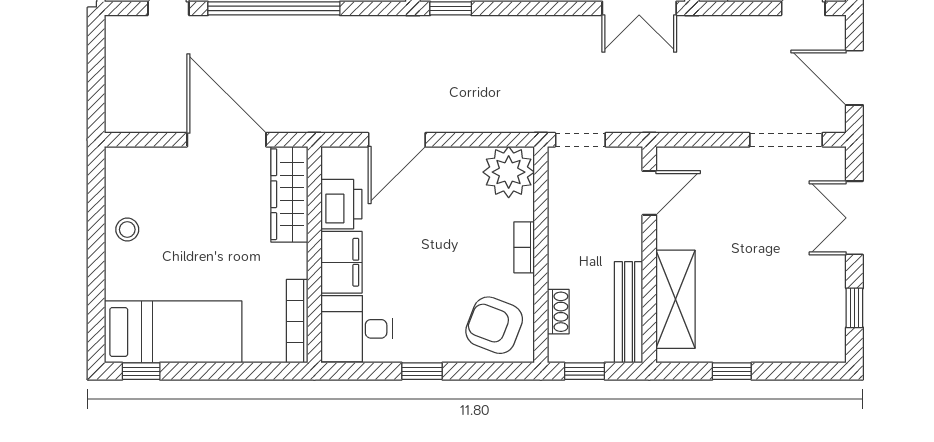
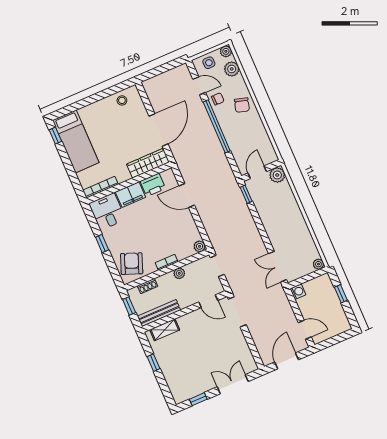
doorway: (786, 140) -> (237, 312), moved
plant: (509, 172) -> (200, 246), width x0.53, depth x0.53
stool: (127, 230) -> (122, 100), moved
plant: (561, 230) -> (179, 273), added
shelving: (675, 299) -> (165, 330), width x0.67, depth x0.75

